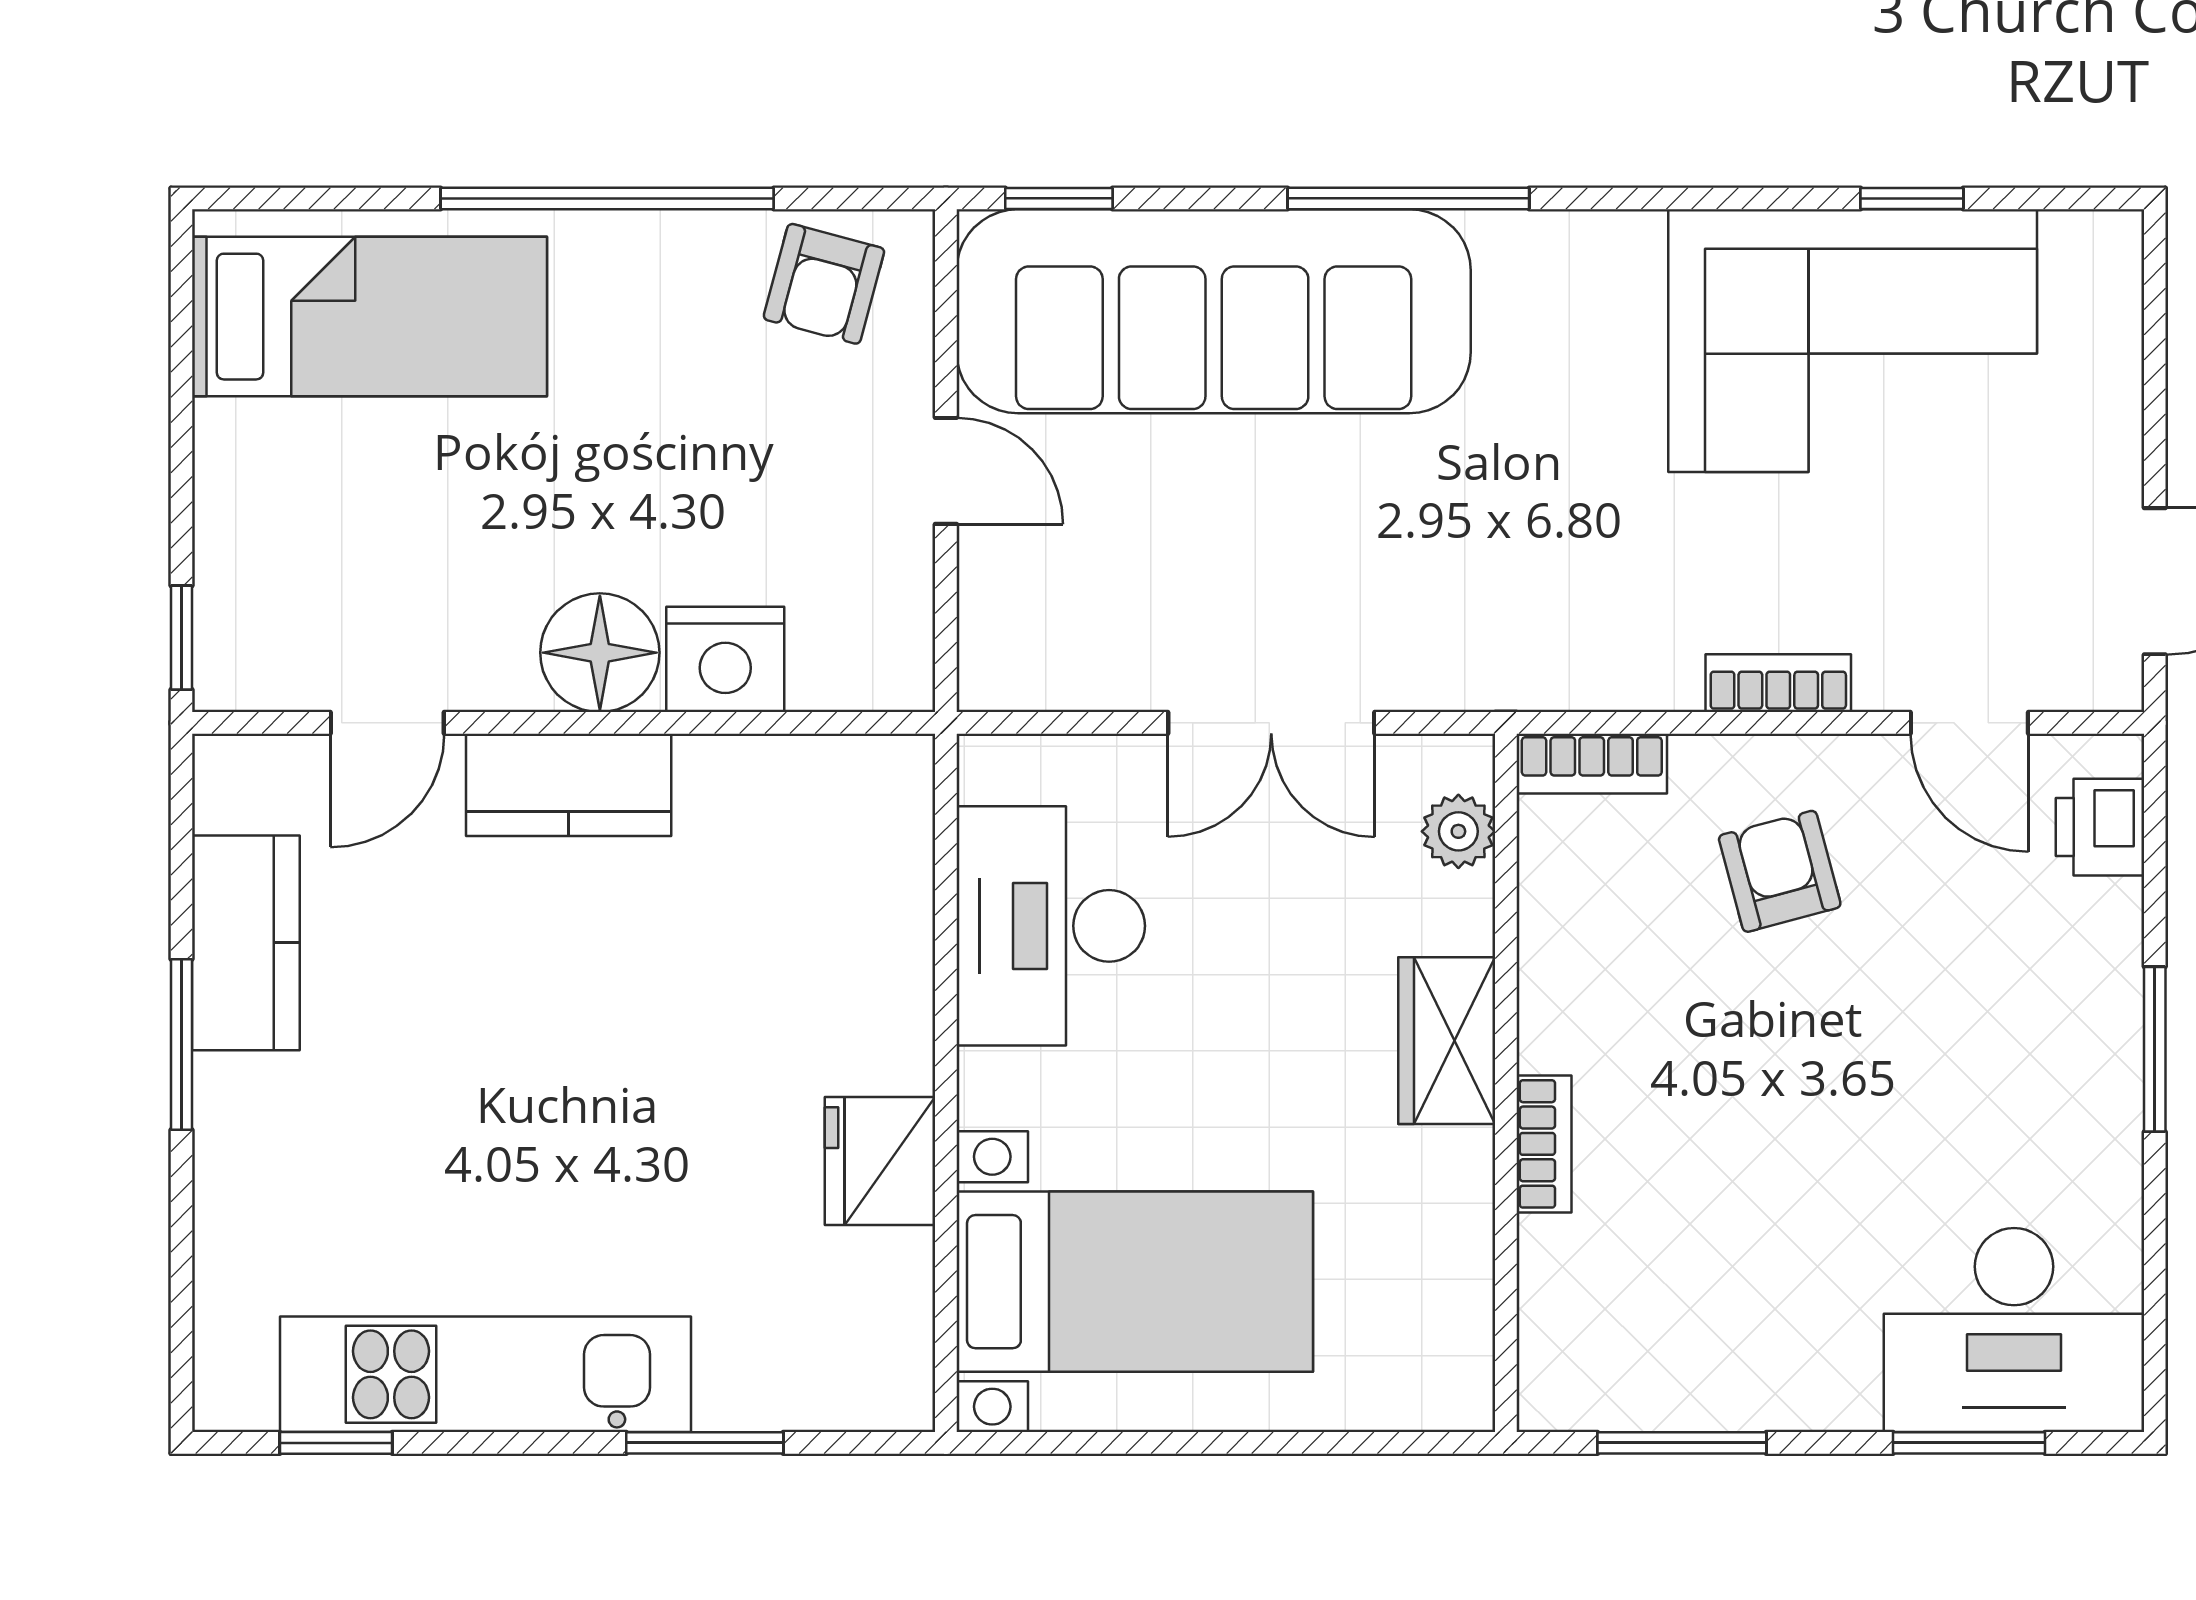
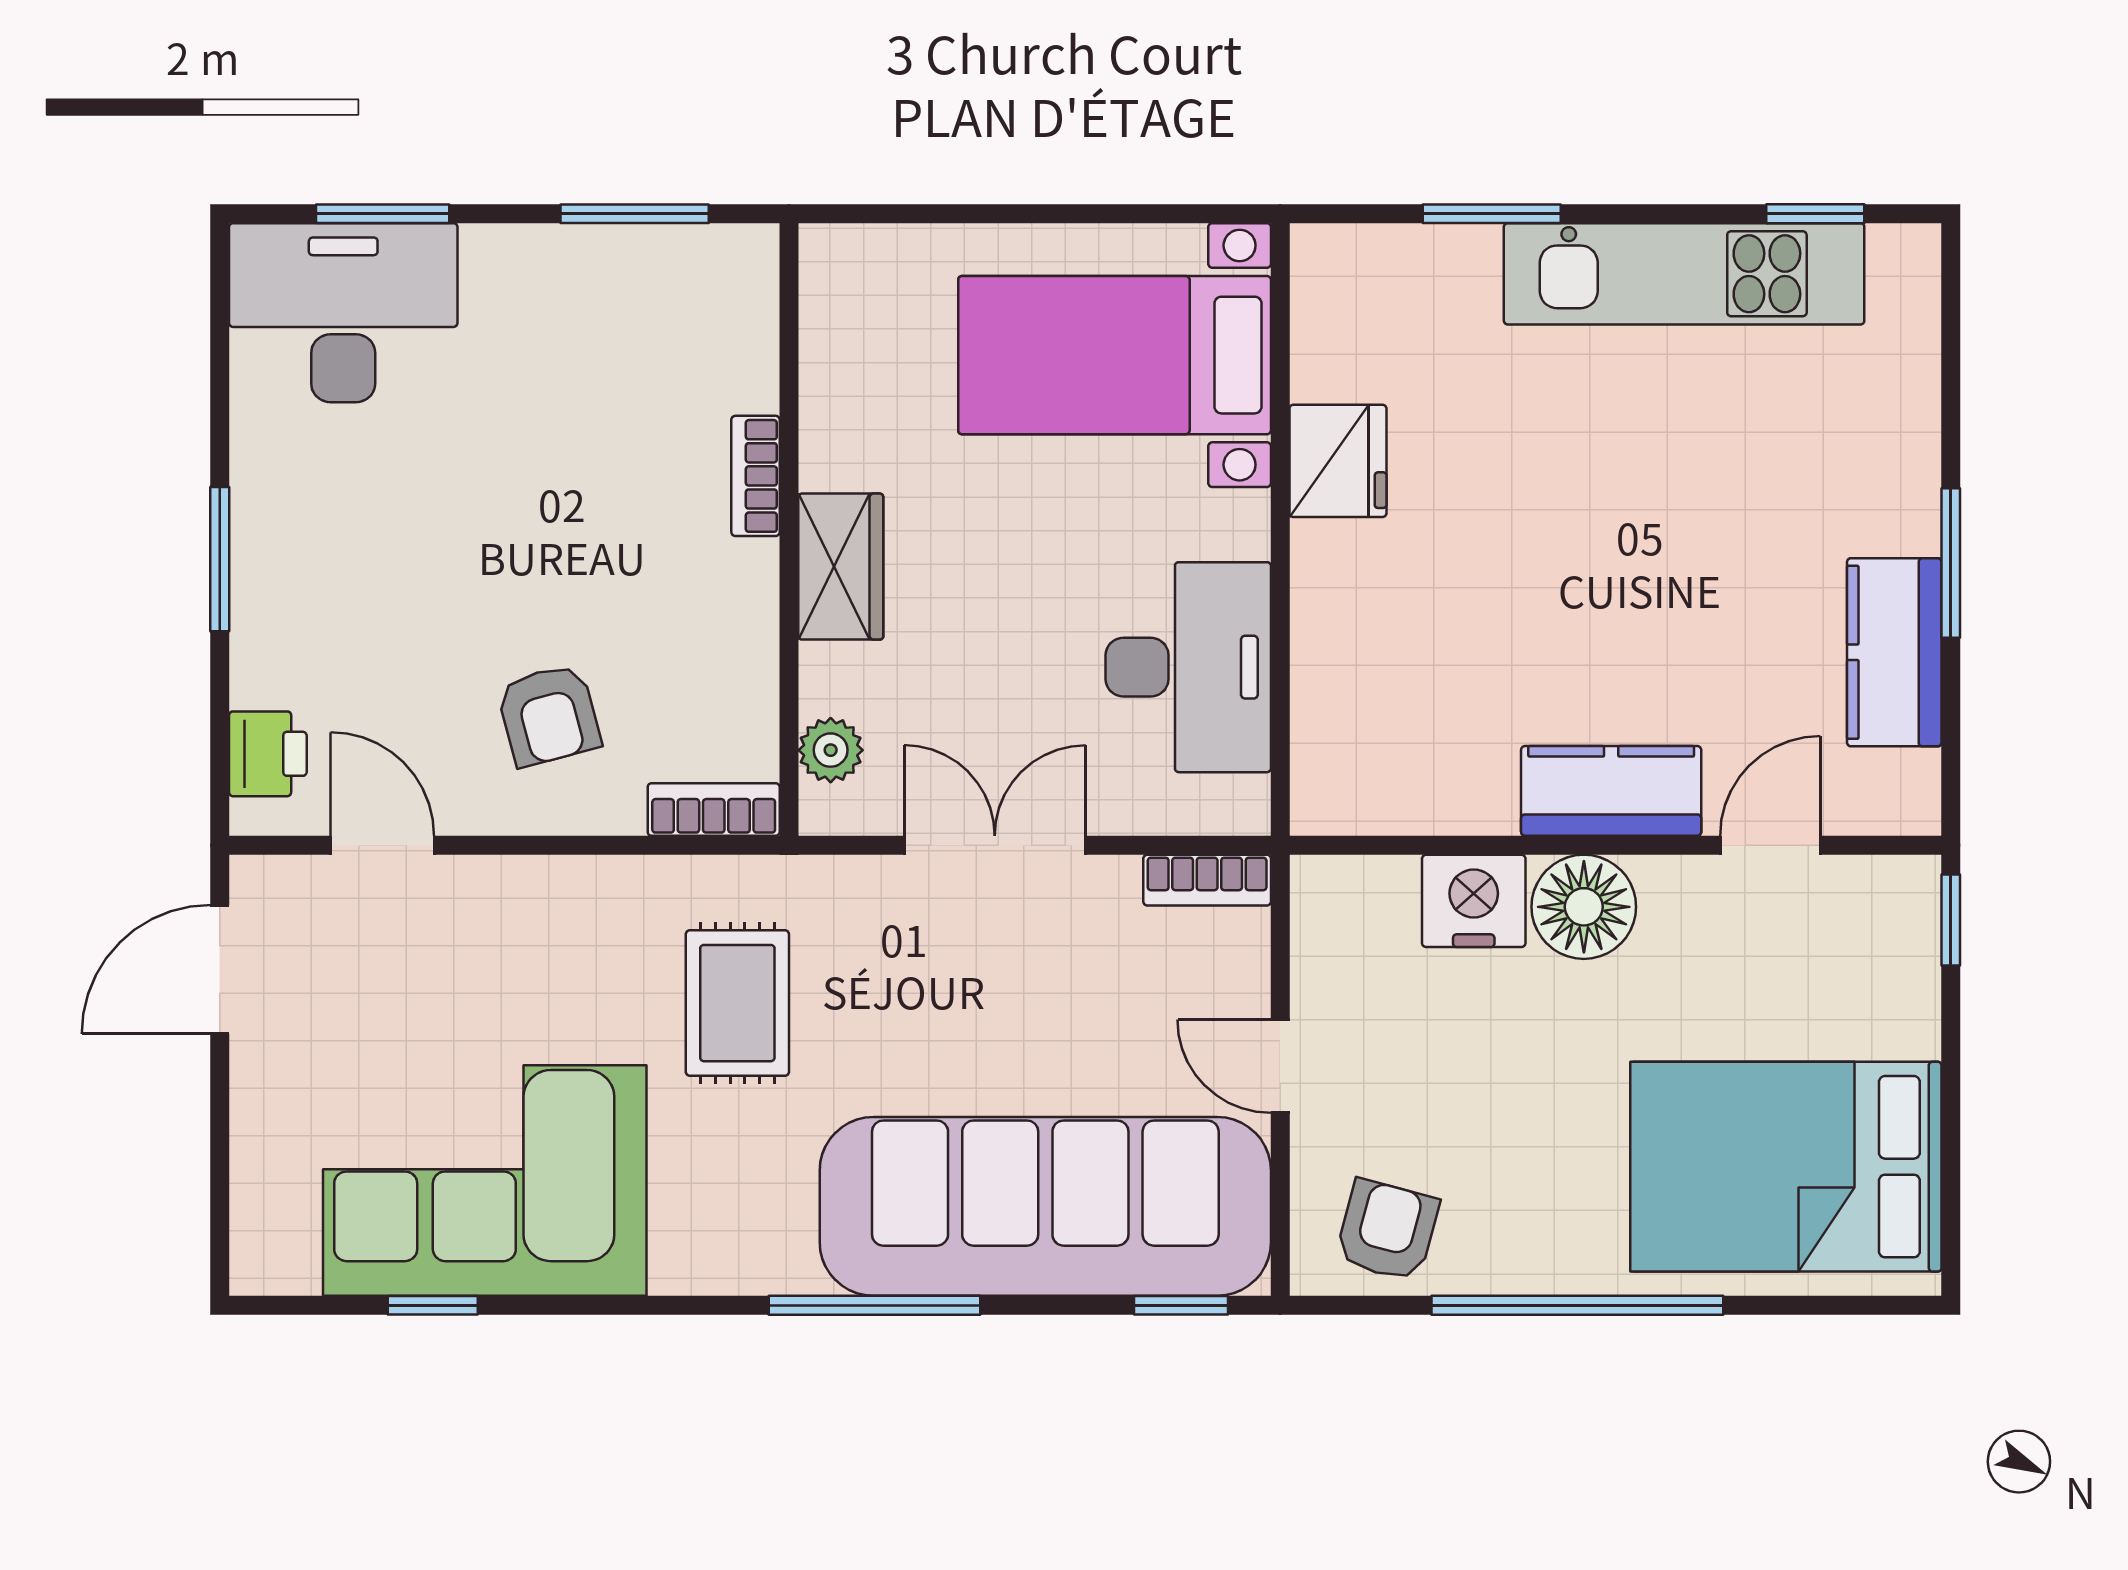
bed: (369, 317) -> (1786, 1167), width x1.50
rug: (1565, 543) -> (737, 1003), added
bookcase: (1778, 683) -> (1207, 880), moved

